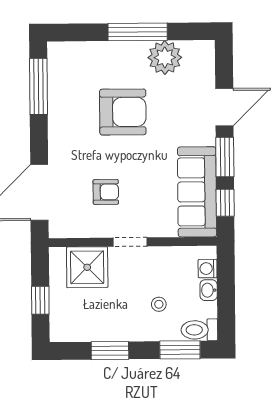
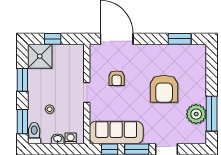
window: (138, 32) -> (212, 114), moved
window: (38, 86) -> (180, 39), width x0.69
shower: (87, 267) -> (40, 56), moved

